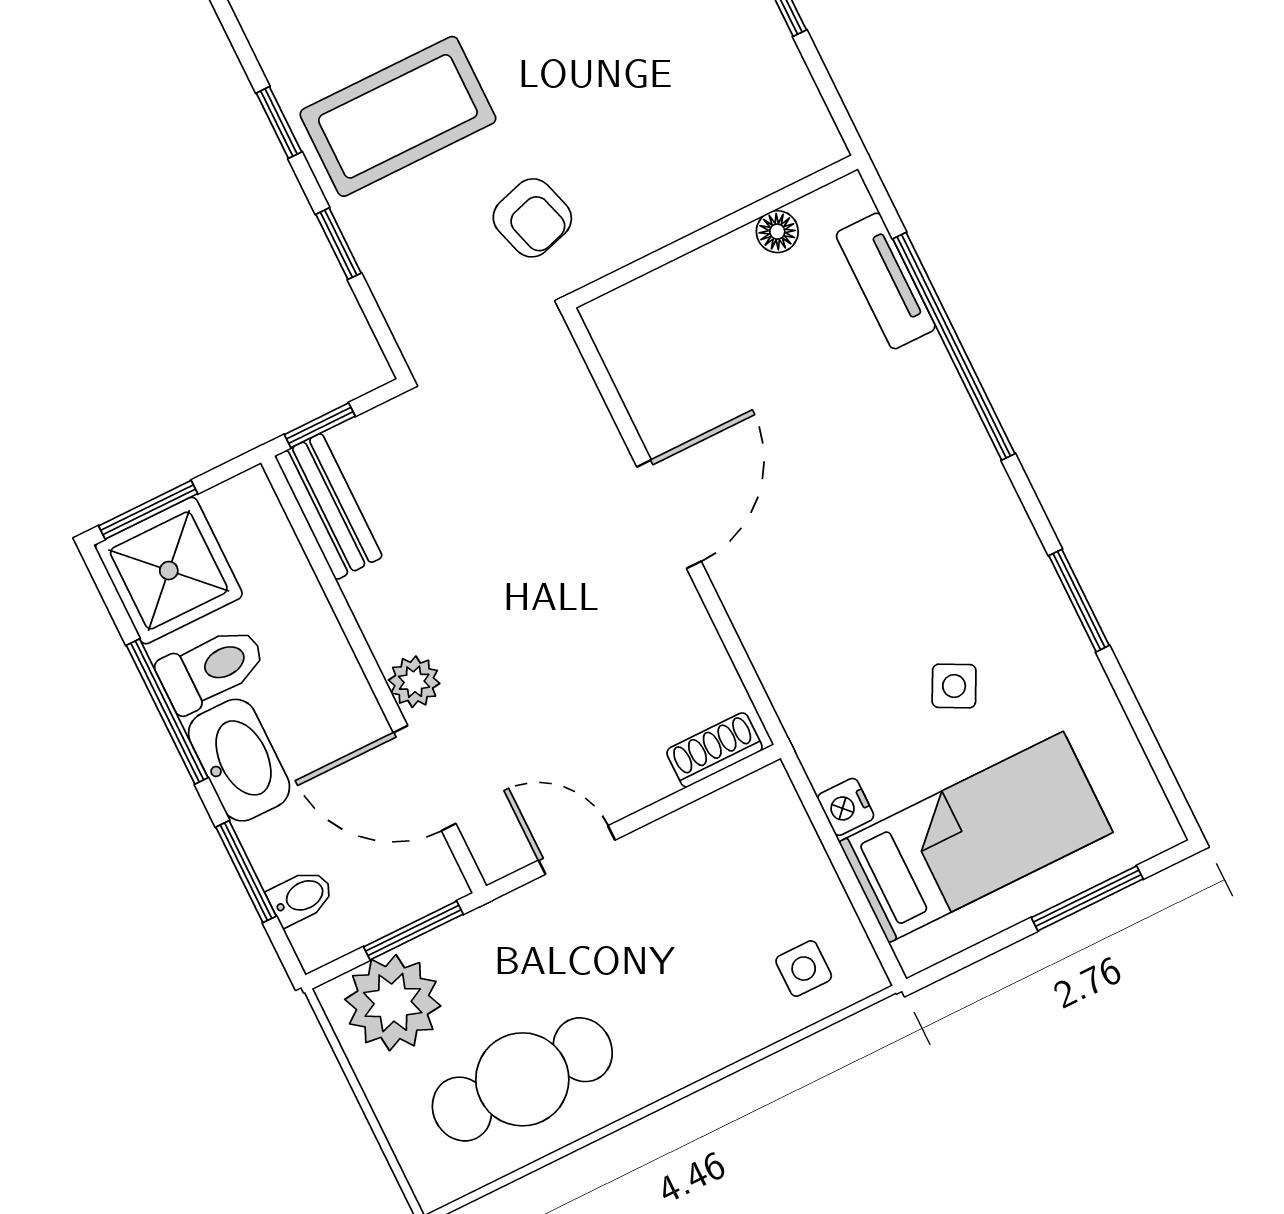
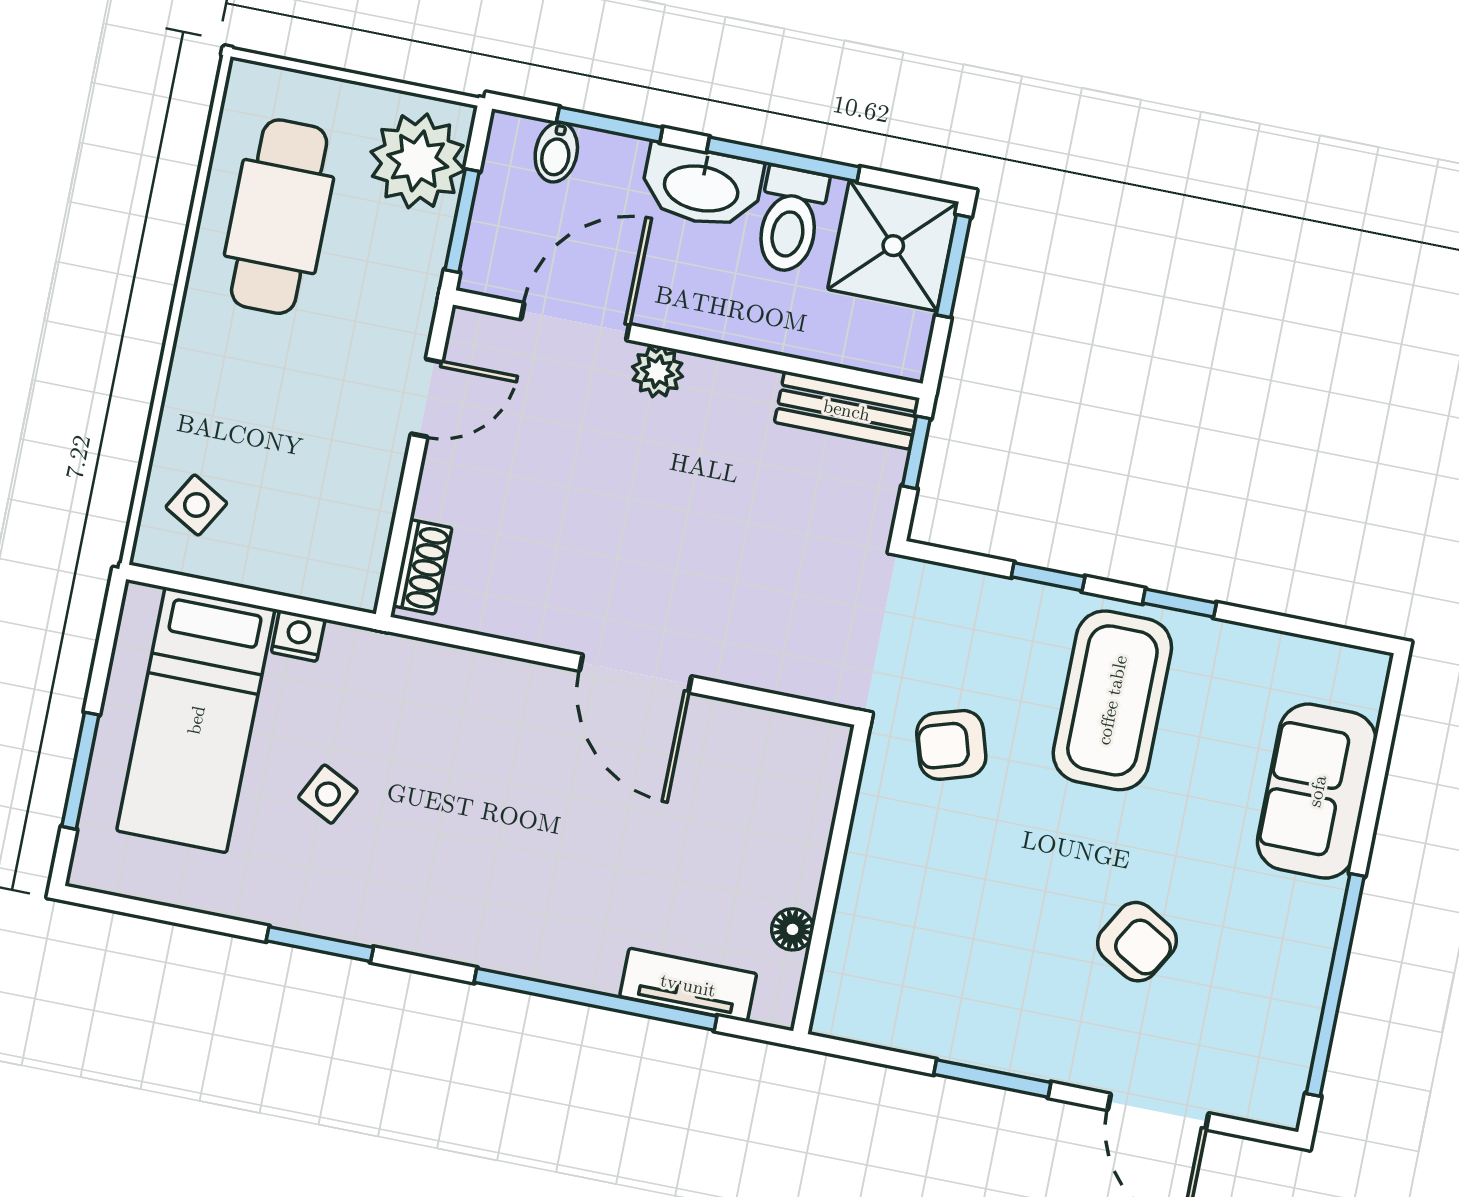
side table: (804, 969) -> (196, 505), turned 30

